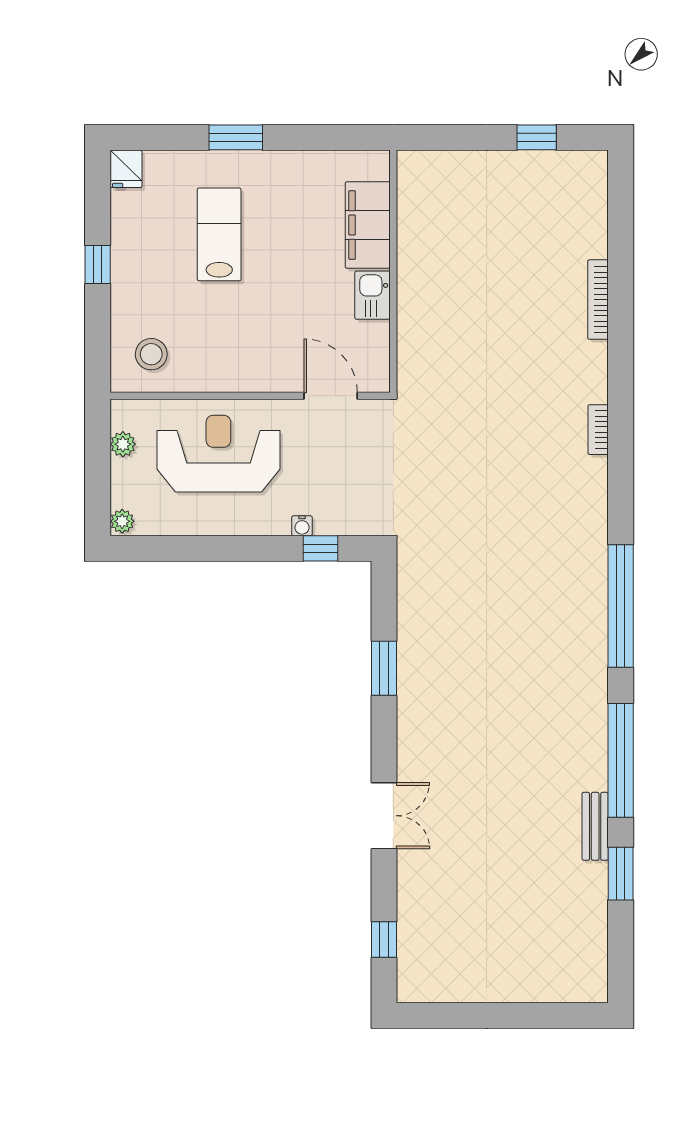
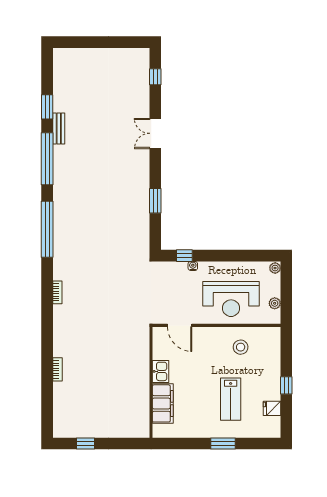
fridge: (126, 169) -> (272, 408), moved, turned -90
bookcase: (598, 300) -> (57, 369), width x0.64
stool: (151, 354) -> (241, 347), moved
bookcase: (598, 430) -> (57, 292), moved

